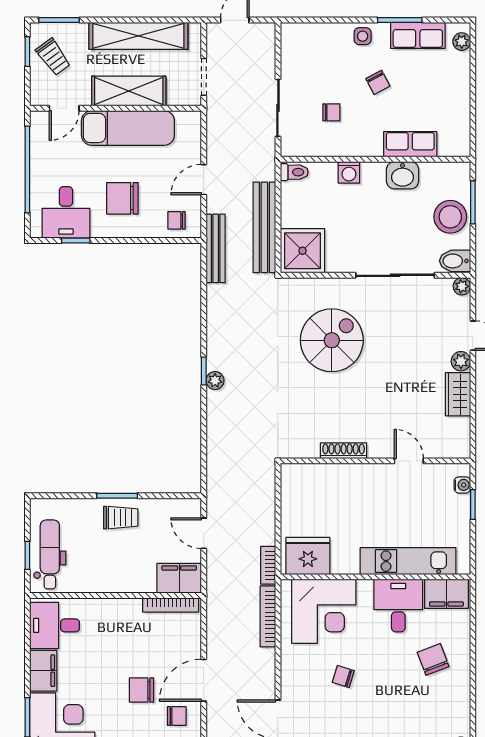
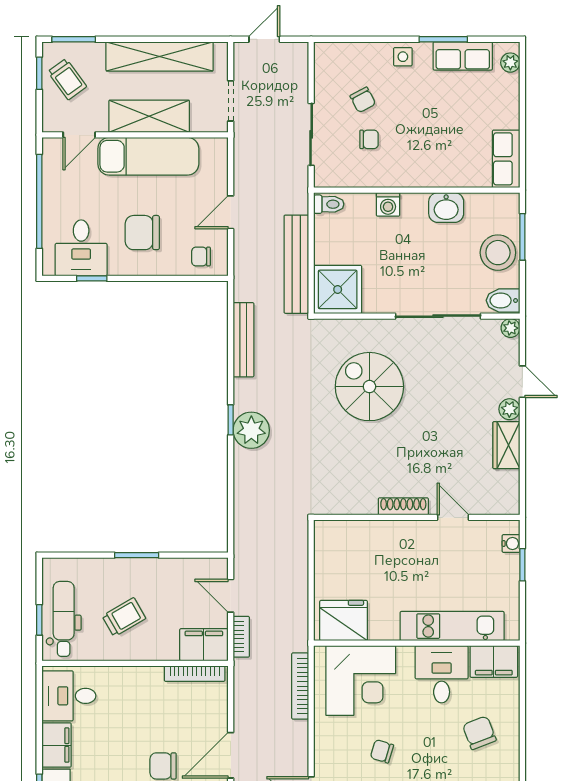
chair: (378, 82) -> (363, 100), moved
row of seats: (410, 144) -> (506, 159), moved, turned -90
bench: (216, 248) -> (243, 340), moved
spiral stairs: (332, 340) -> (369, 387), turned -90
plant: (215, 381) -> (251, 430), width x1.87, depth x1.87
shoe rack: (344, 451) -> (403, 506), moved
trolley: (121, 518) -> (124, 617), moved, turned -30
bookcase: (268, 565) -> (241, 637), moved, turned 180

